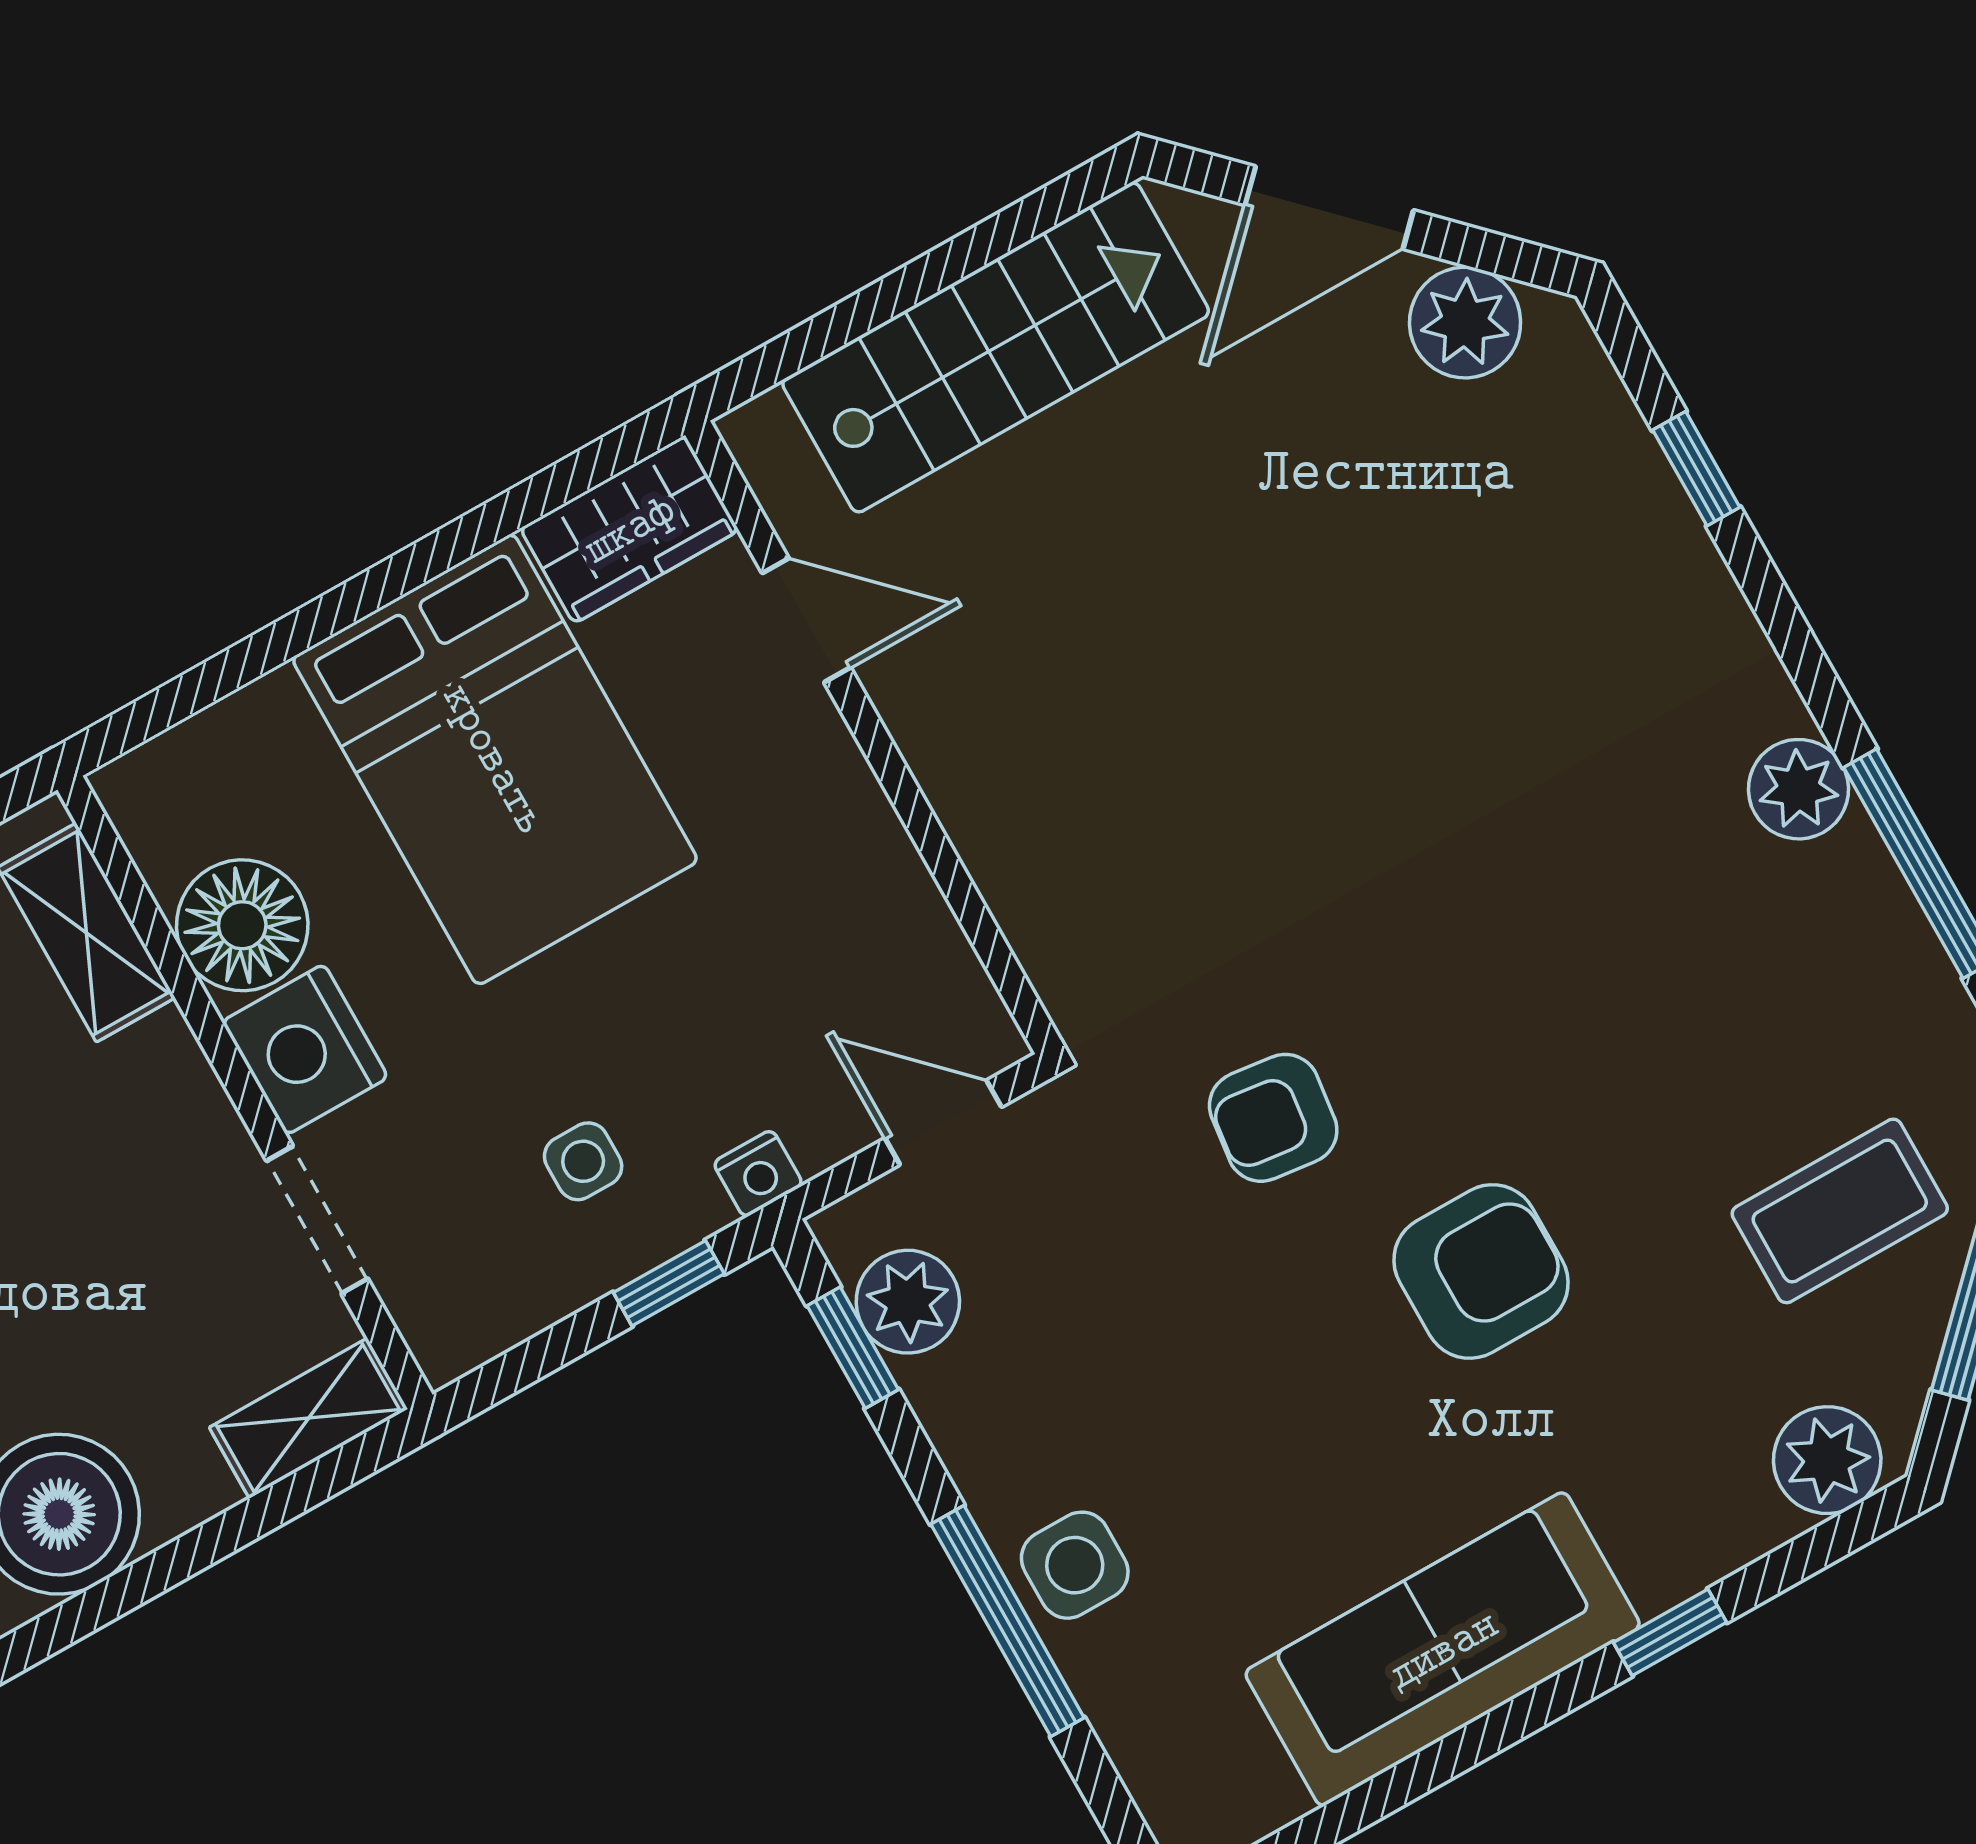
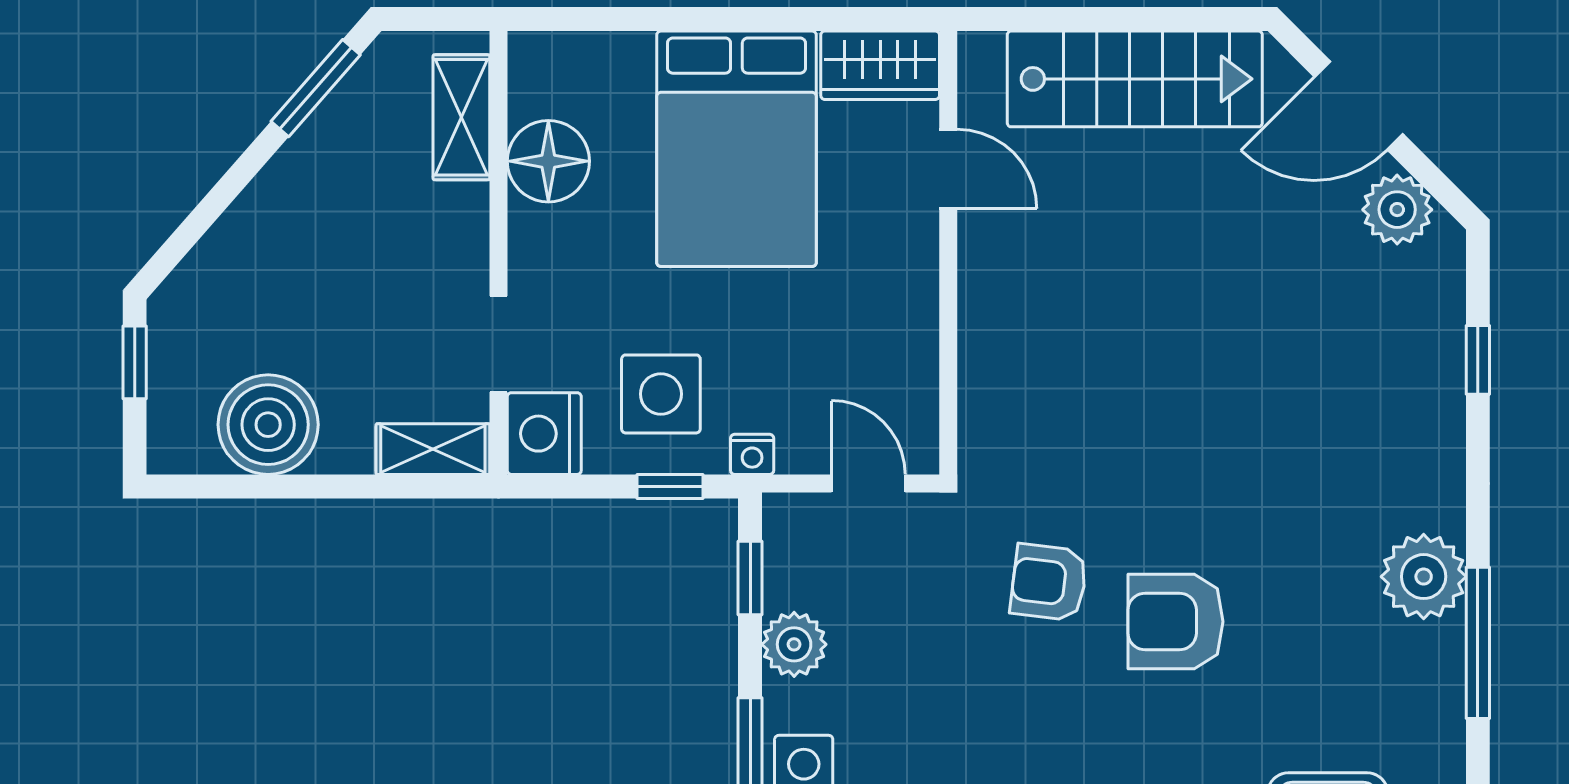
plant: (1798, 789) -> (1424, 577), width x1.36, depth x1.36
nightstand: (305, 1049) -> (544, 434), moved
side table: (583, 1161) -> (661, 394), width x1.87, depth x1.87
armchair: (1481, 1271) -> (1175, 622), moved, turned 180
plant: (908, 1302) -> (794, 644), moved

